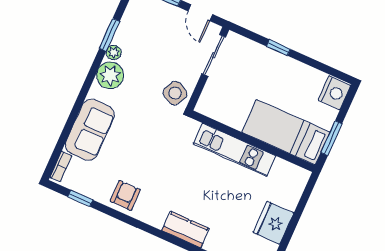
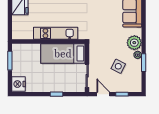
side table: (175, 93) -> (118, 66), moved
bed: (286, 132) -> (63, 54), moved, turned 180

